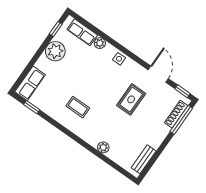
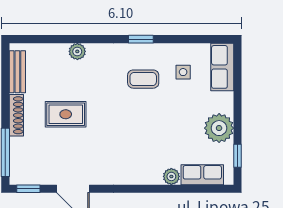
side table: (119, 59) -> (183, 72), moved
rug: (131, 99) -> (66, 114), moved, turned 90
window: (32, 107) -> (141, 39), moved
shoe rack: (176, 114) -> (16, 115), moved

